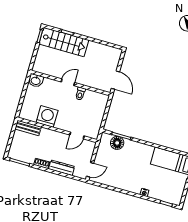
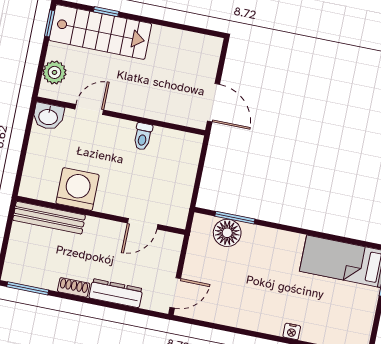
plant: (40, 60) -> (54, 72), added
door: (68, 82) -> (89, 110), moved
bench: (28, 128) -> (49, 218), width x1.36

